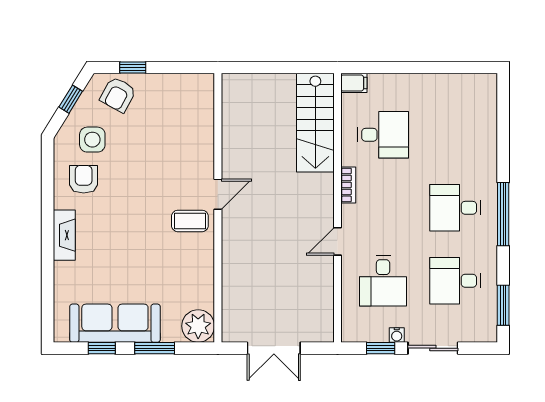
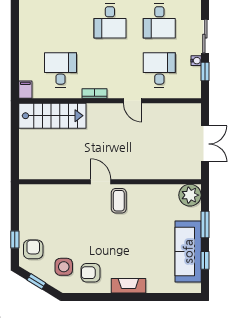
armchair: (118, 95) -> (33, 249), turned -119
desk: (383, 281) -> (159, 70), turned -90

